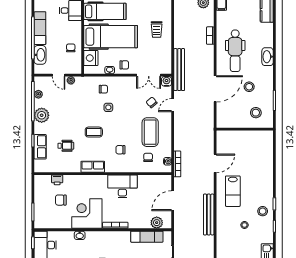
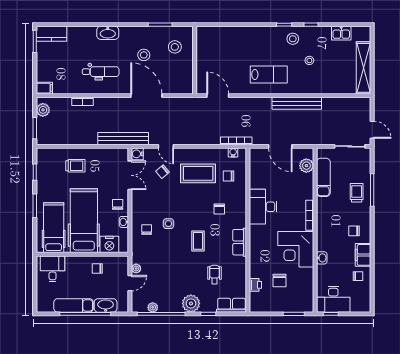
dental chair: (235, 51) -> (101, 72), width x0.73, depth x0.72
plant: (42, 115) -> (191, 303), moved
row of seats: (40, 147) -> (232, 305), moved
door: (215, 163) -> (218, 96), moved

